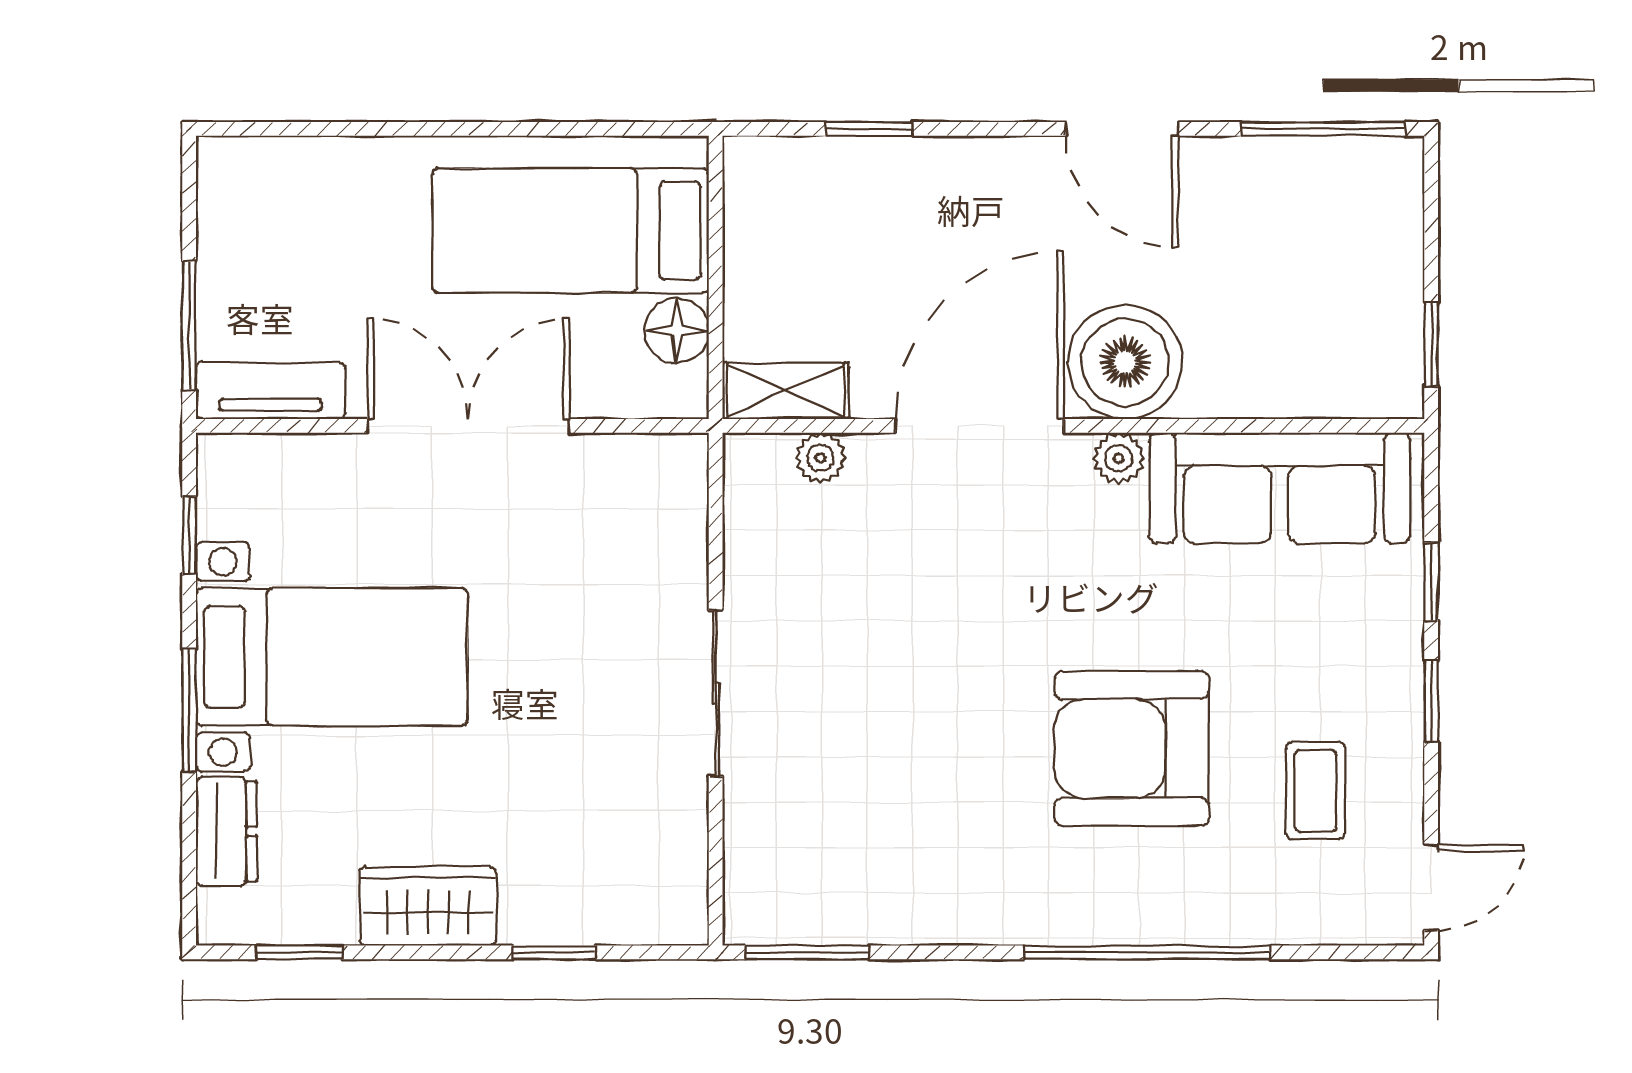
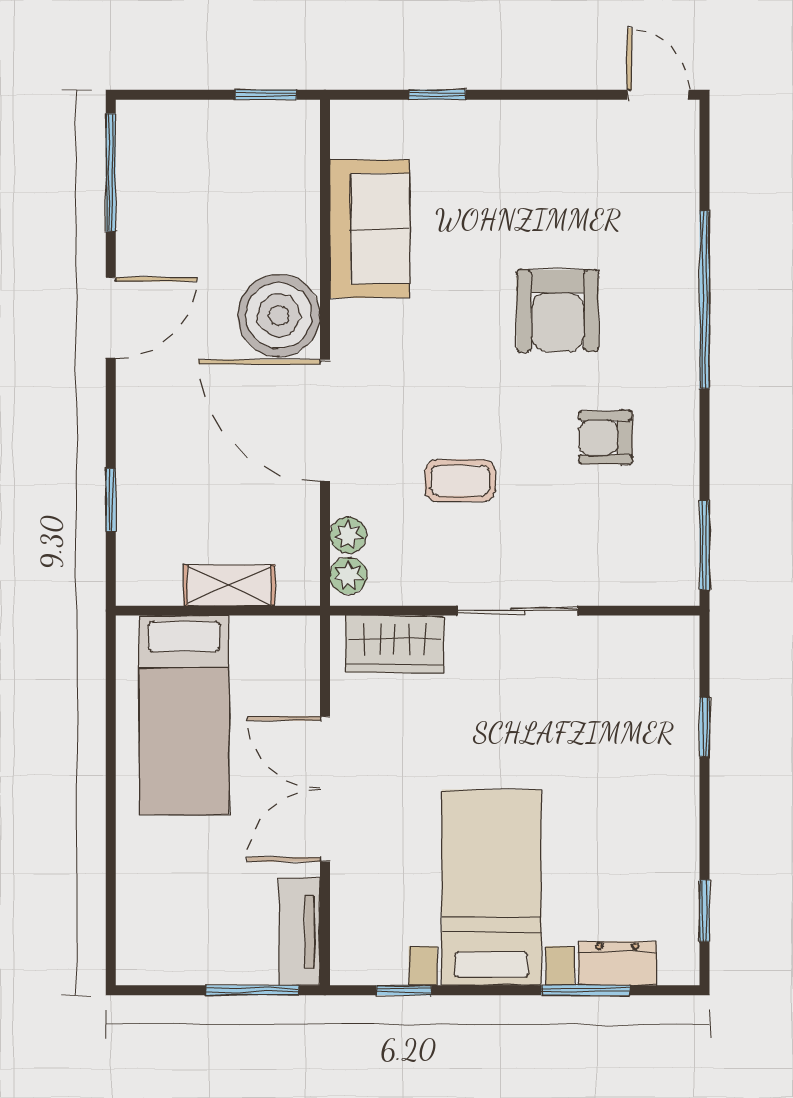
floor lamp: (677, 331) -> (256, 639), removed
shelving: (786, 391) -> (229, 585), moved, turned 90
plant: (1119, 458) -> (348, 576), moved
sofa: (1280, 488) -> (370, 229), width x0.73
window: (1431, 701) -> (523, 95), removed
window: (189, 710) -> (586, 990), moved
armchair: (1132, 749) -> (558, 311), width x0.73, depth x0.73
coffee table: (1315, 791) -> (460, 481), moved
armchair: (956, 815) -> (606, 437), added
wardrobe: (428, 906) -> (395, 644), moved, turned -90

